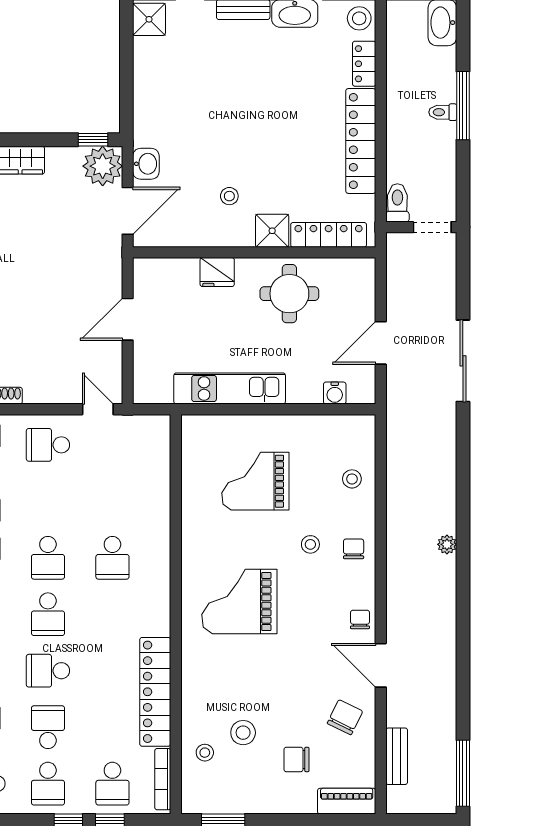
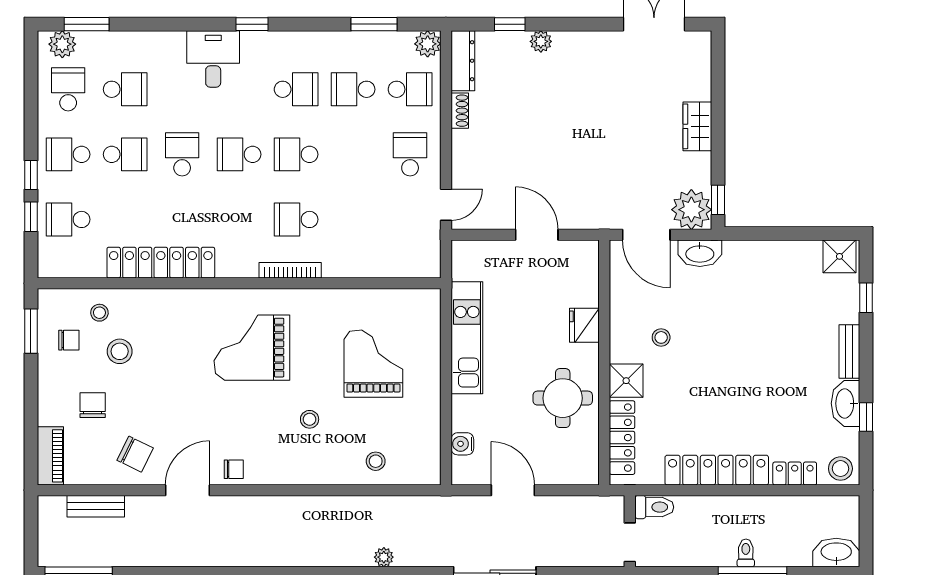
washbasin: (146, 164) -> (700, 253), width x1.38
plant: (447, 544) -> (384, 557), moved
chair: (354, 549) -> (69, 340), moved
grand piano: (239, 602) -> (252, 348), turned -90
bookcase: (163, 779) -> (290, 270), moved

